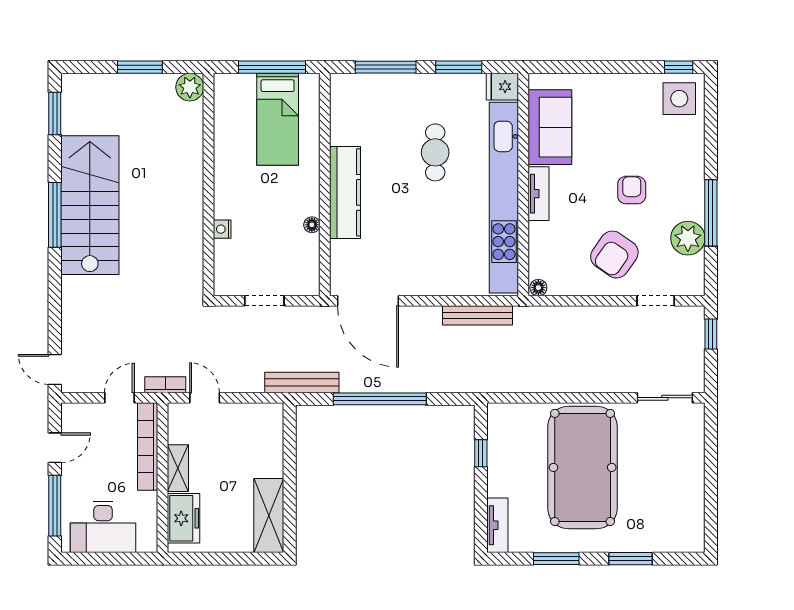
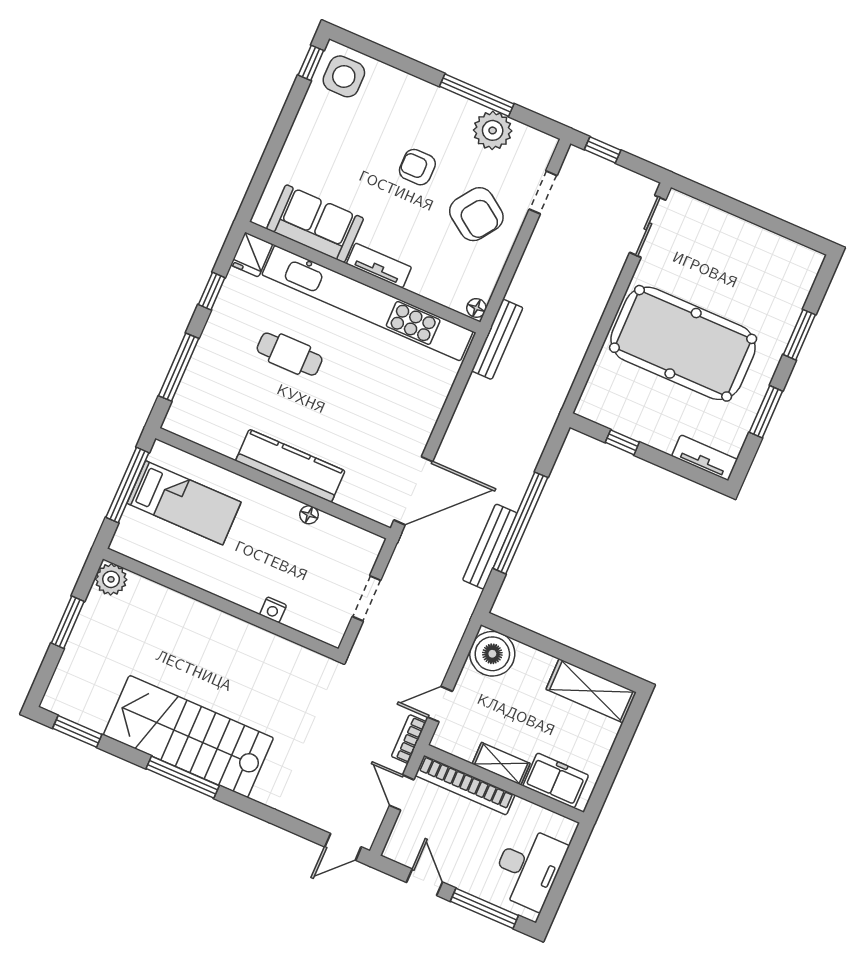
window: (459, 67) -> (212, 291), width x0.67
bench: (478, 315) -> (497, 339), moved
bench: (302, 383) -> (490, 547), moved
boiler: (264, 422) -> (492, 654), added

